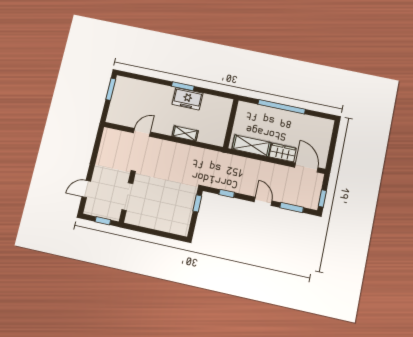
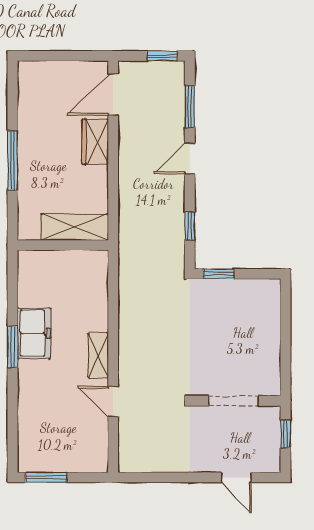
window: (282, 107) -> (13, 160), width x0.68
shelving: (185, 133) -> (98, 356), moved
shelving: (251, 146) -> (75, 227), moved, turned 90

